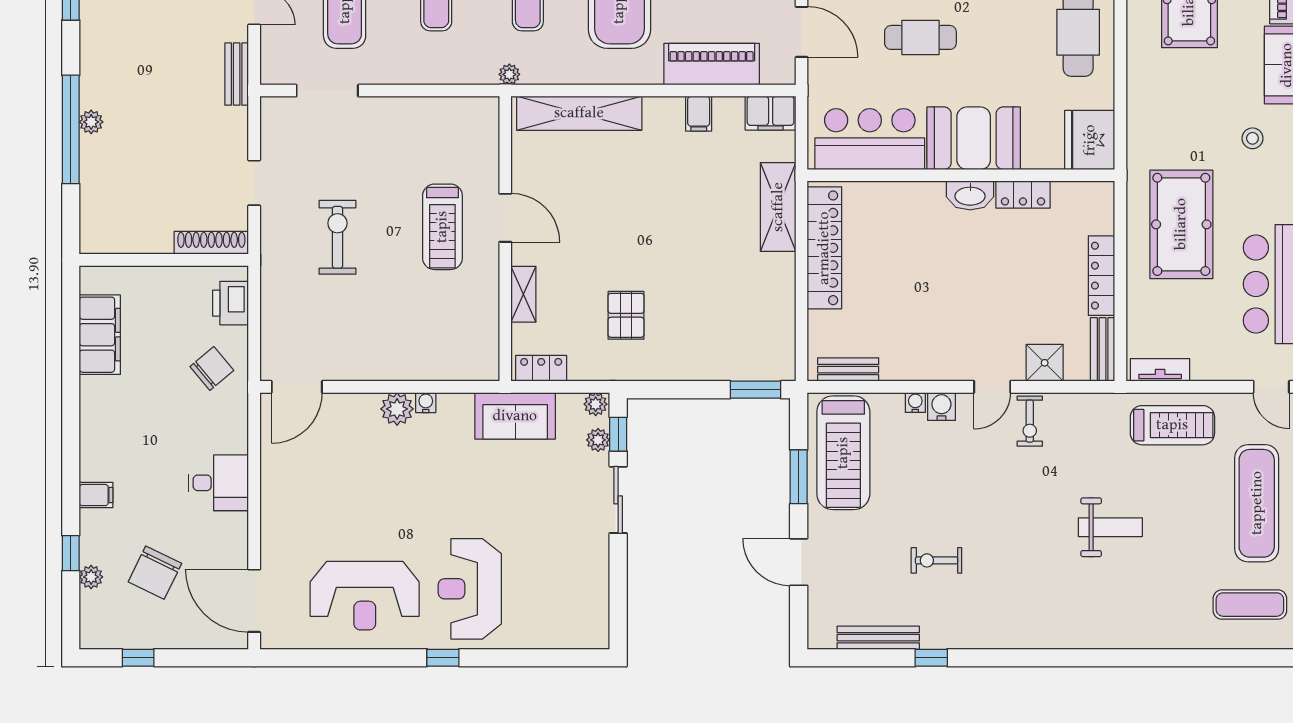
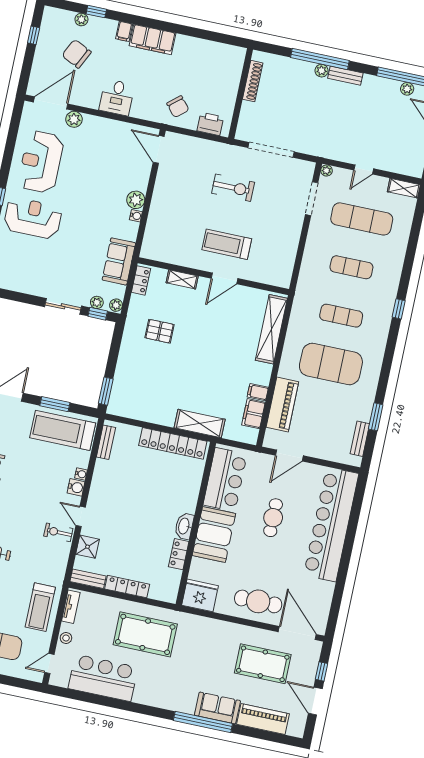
bench: (237, 74) -> (345, 76), moved
plant: (509, 74) -> (326, 171), moved
filing cabinet: (771, 113) -> (253, 414), moved
stool: (1252, 138) -> (66, 638), moved
doorway: (254, 183) -> (271, 150), width x1.87
shoe rack: (211, 243) -> (253, 81), moved
filing cabinet: (100, 335) -> (153, 39), moved
plant: (275, 552) -> (74, 119), added

